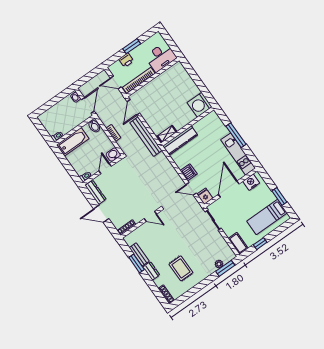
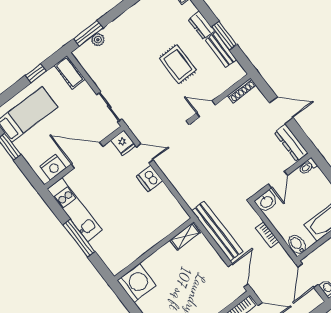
kitchen counter: (180, 140) -> (164, 227), removed
door: (229, 189) -> (87, 155), swing flipped
rug: (181, 268) -> (178, 64), moved

